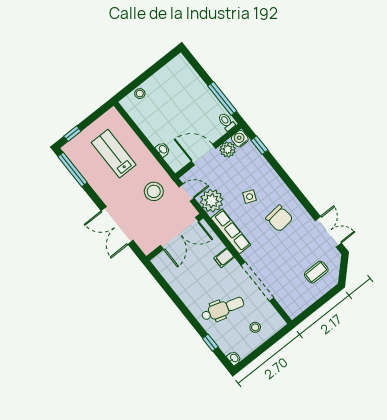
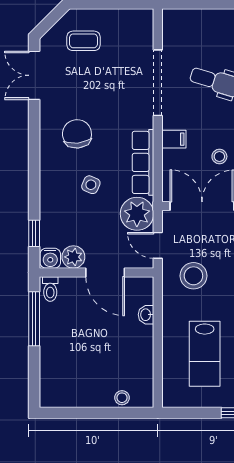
stool: (255, 327) -> (219, 157), moved

